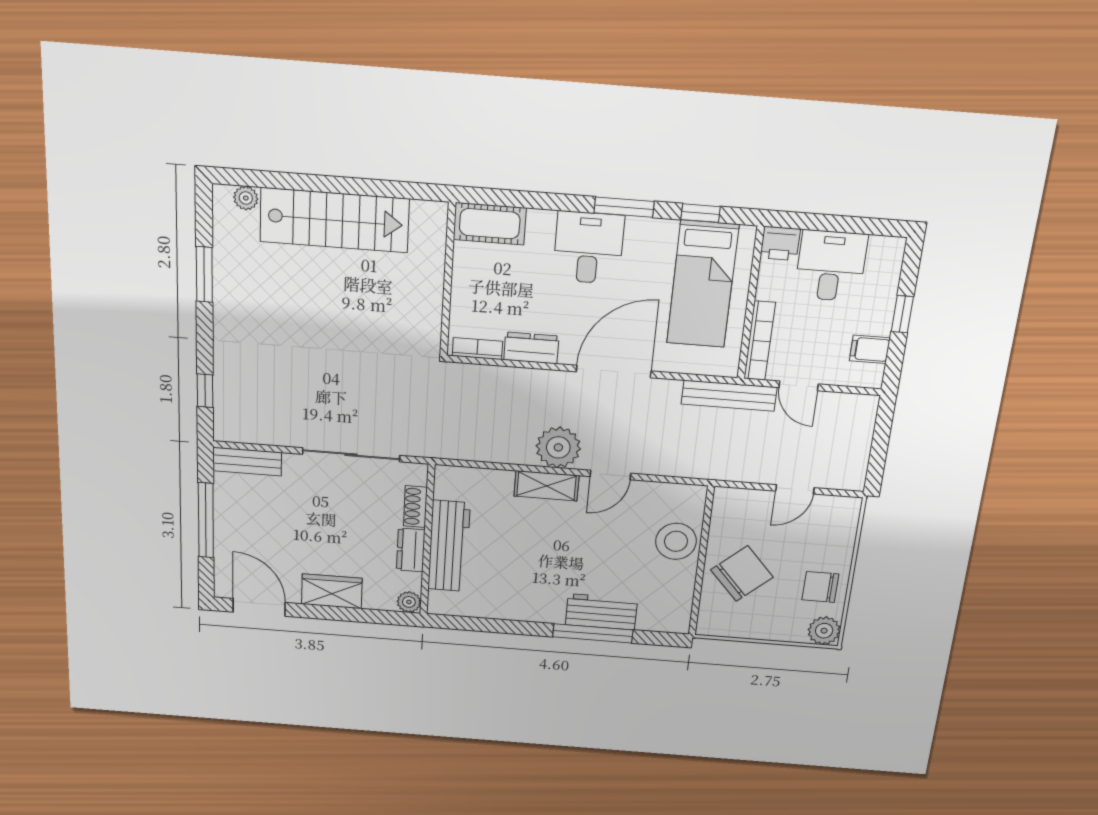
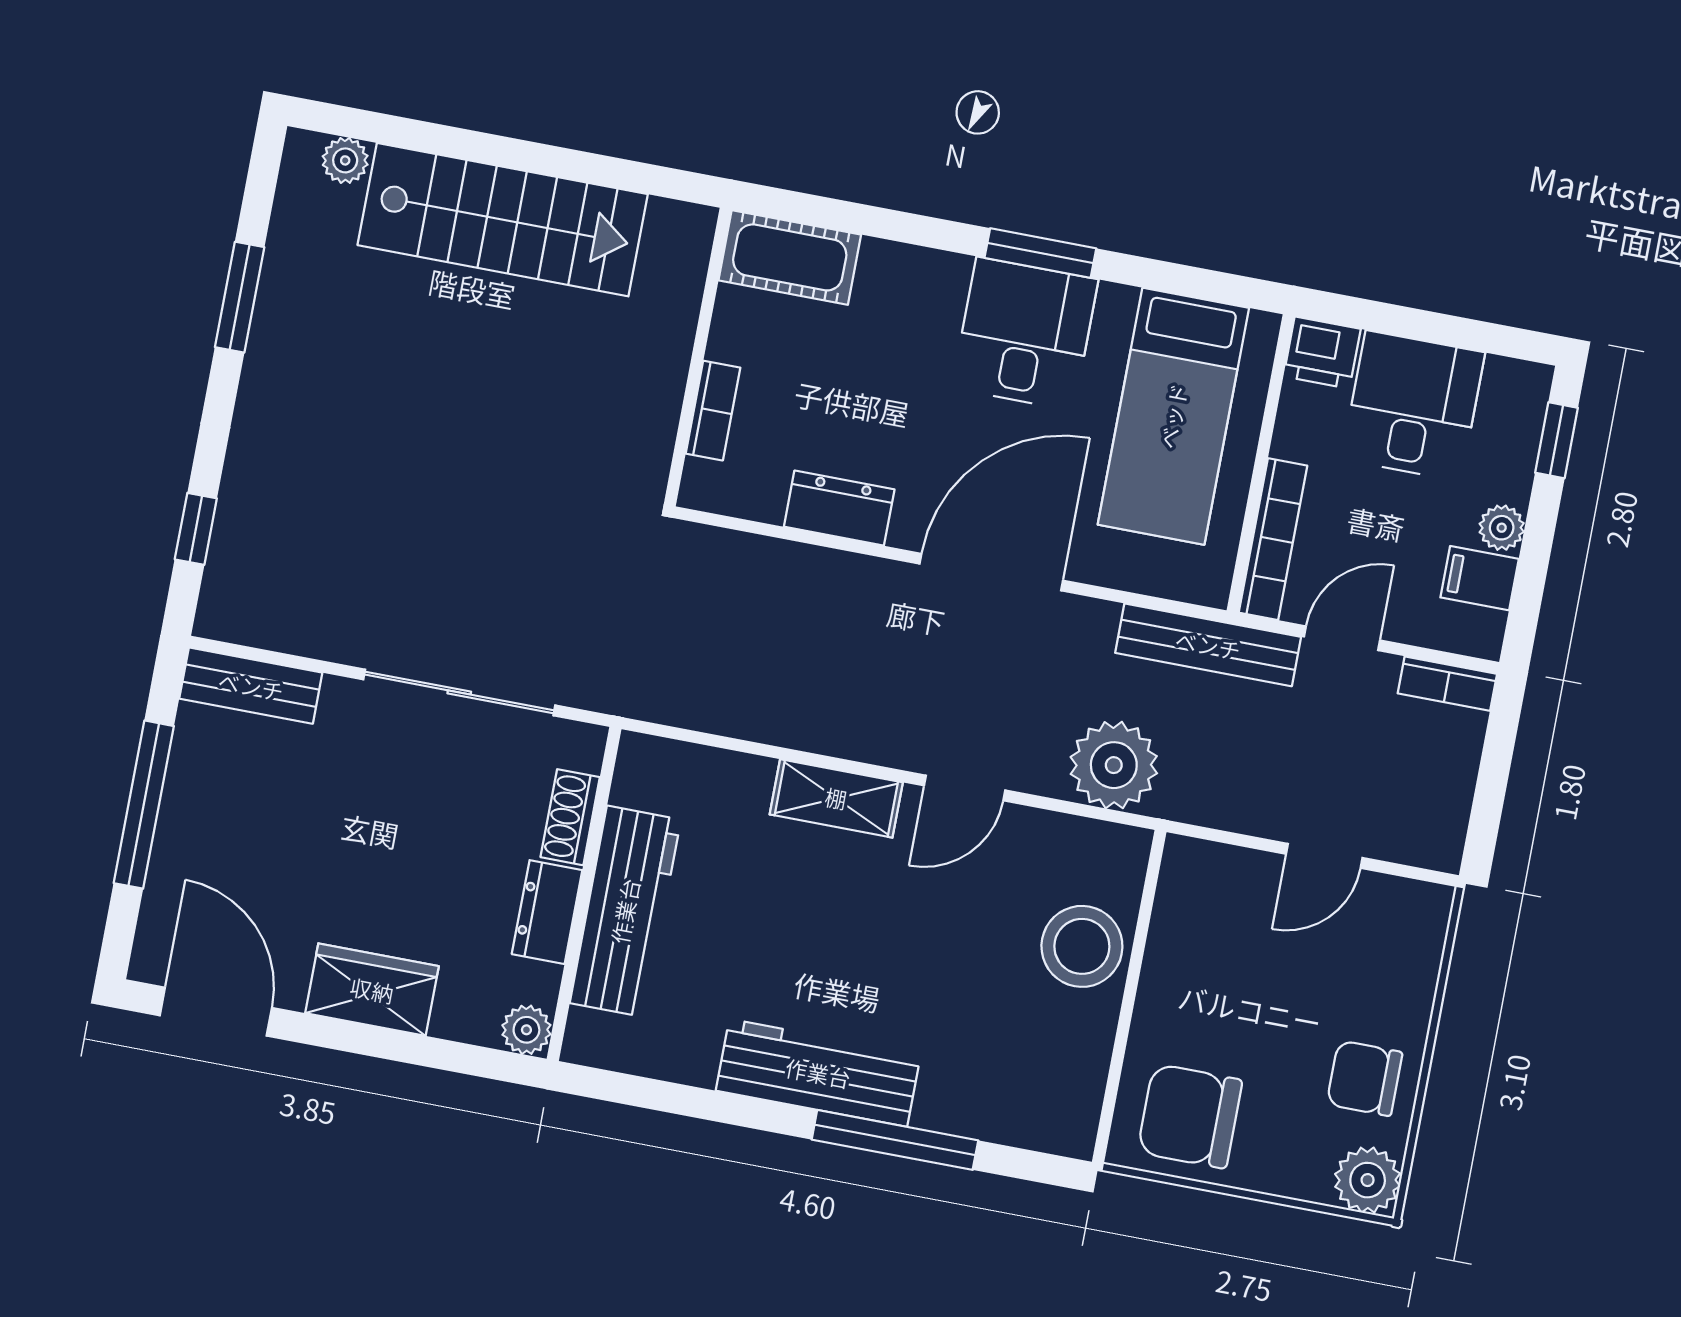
window: (701, 213) -> (1180, 279), removed
desk: (588, 248) -> (1025, 334), moved
window: (902, 314) -> (1557, 440), moved
plant: (881, 323) -> (1502, 528), added
bookcase: (477, 349) -> (713, 411), moved, turned 90
door: (799, 386) -> (1342, 638), swing flipped
bookcase: (855, 402) -> (1447, 684), added
plant: (558, 447) -> (1114, 765), moved
chair: (742, 574) -> (1190, 1116), moved, turned -138
workbench: (601, 612) -> (818, 1073), moved, width x1.38

